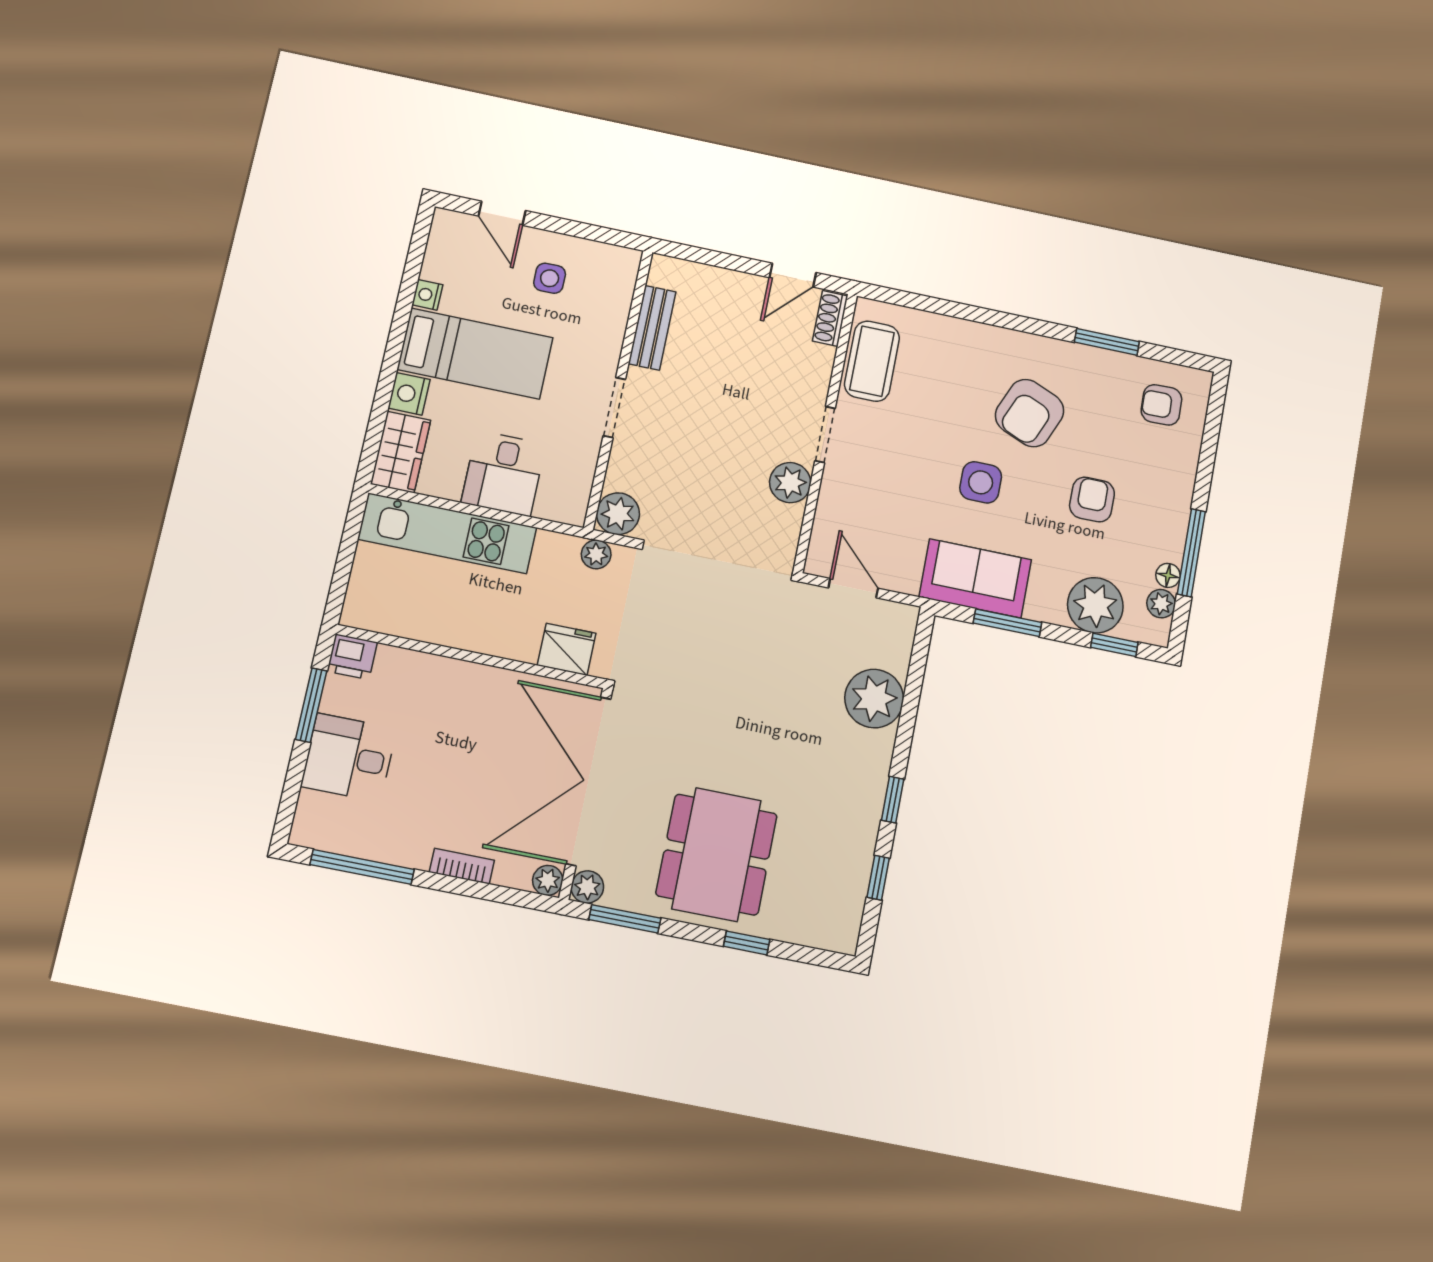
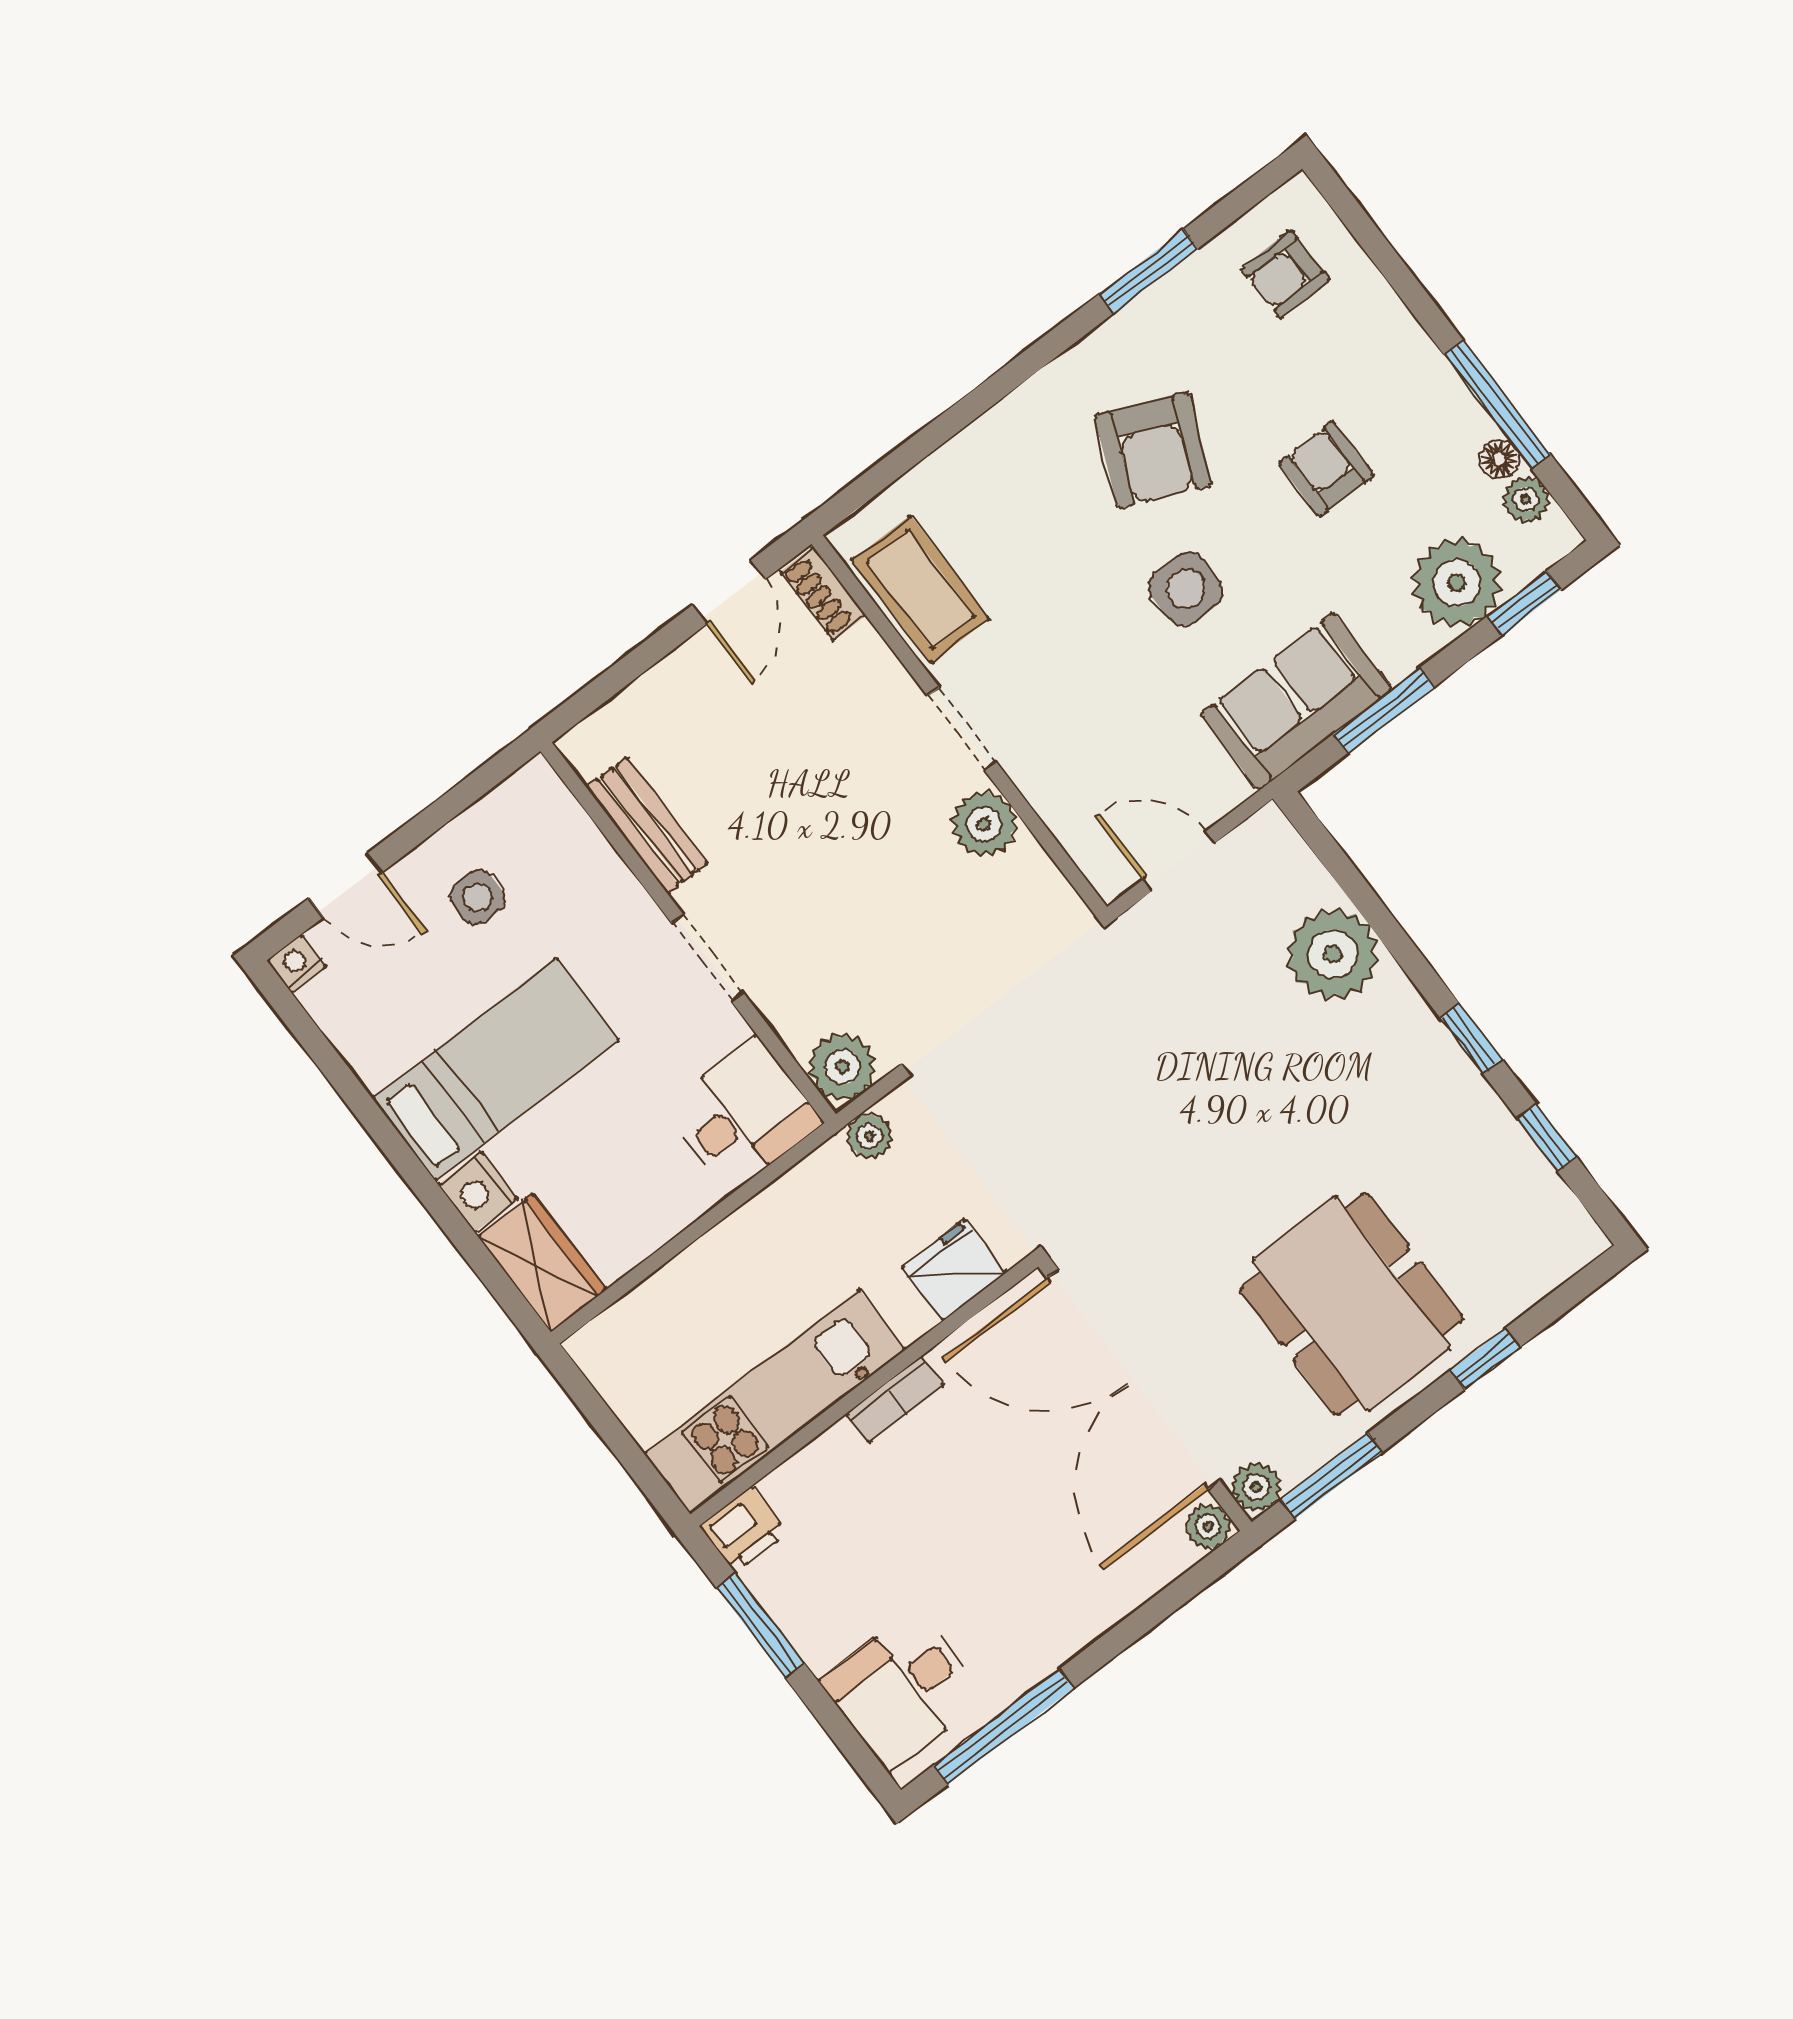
nightstand: (427, 295) -> (296, 963), moved, turned 90
desk: (503, 473) -> (743, 1115), moved, turned -90
kitchen unit: (447, 533) -> (775, 1402), moved, turned 180
desk: (349, 757) -> (903, 1689), moved
bookcase: (462, 866) -> (895, 1399), moved, turned 180

